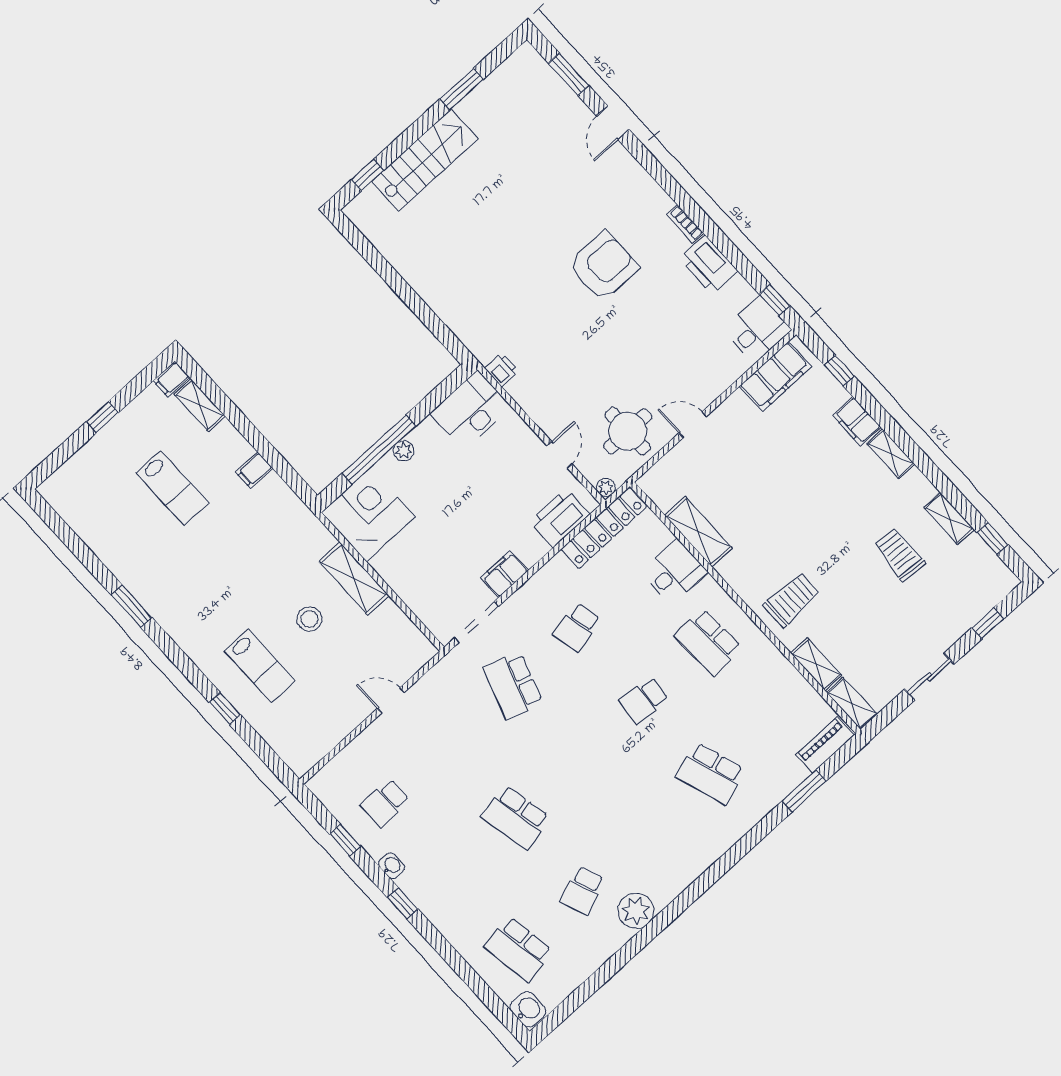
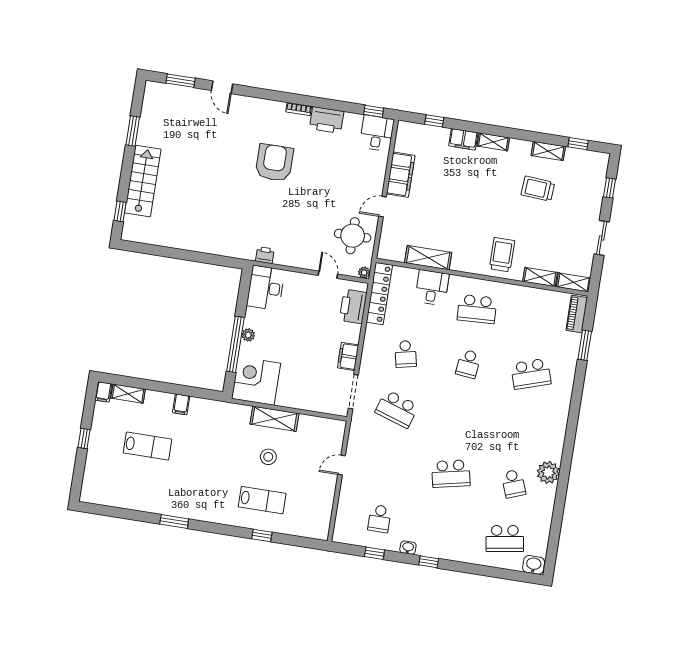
filing cabinet: (775, 377) -> (401, 175), moved

